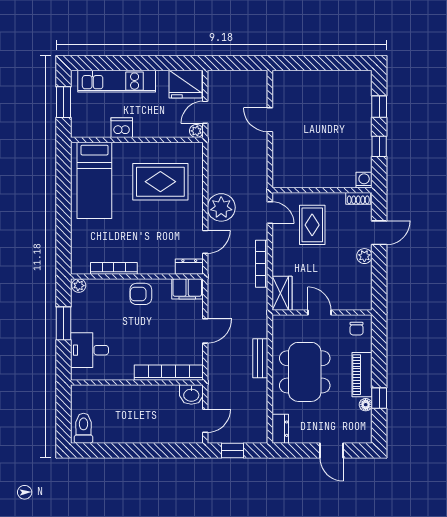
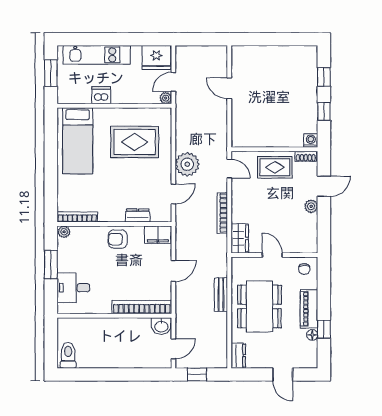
rug: (312, 225) -> (275, 167), moved, turned 90
dresser: (189, 267) -> (138, 215), moved
bookcase: (114, 268) -> (77, 217), moved

